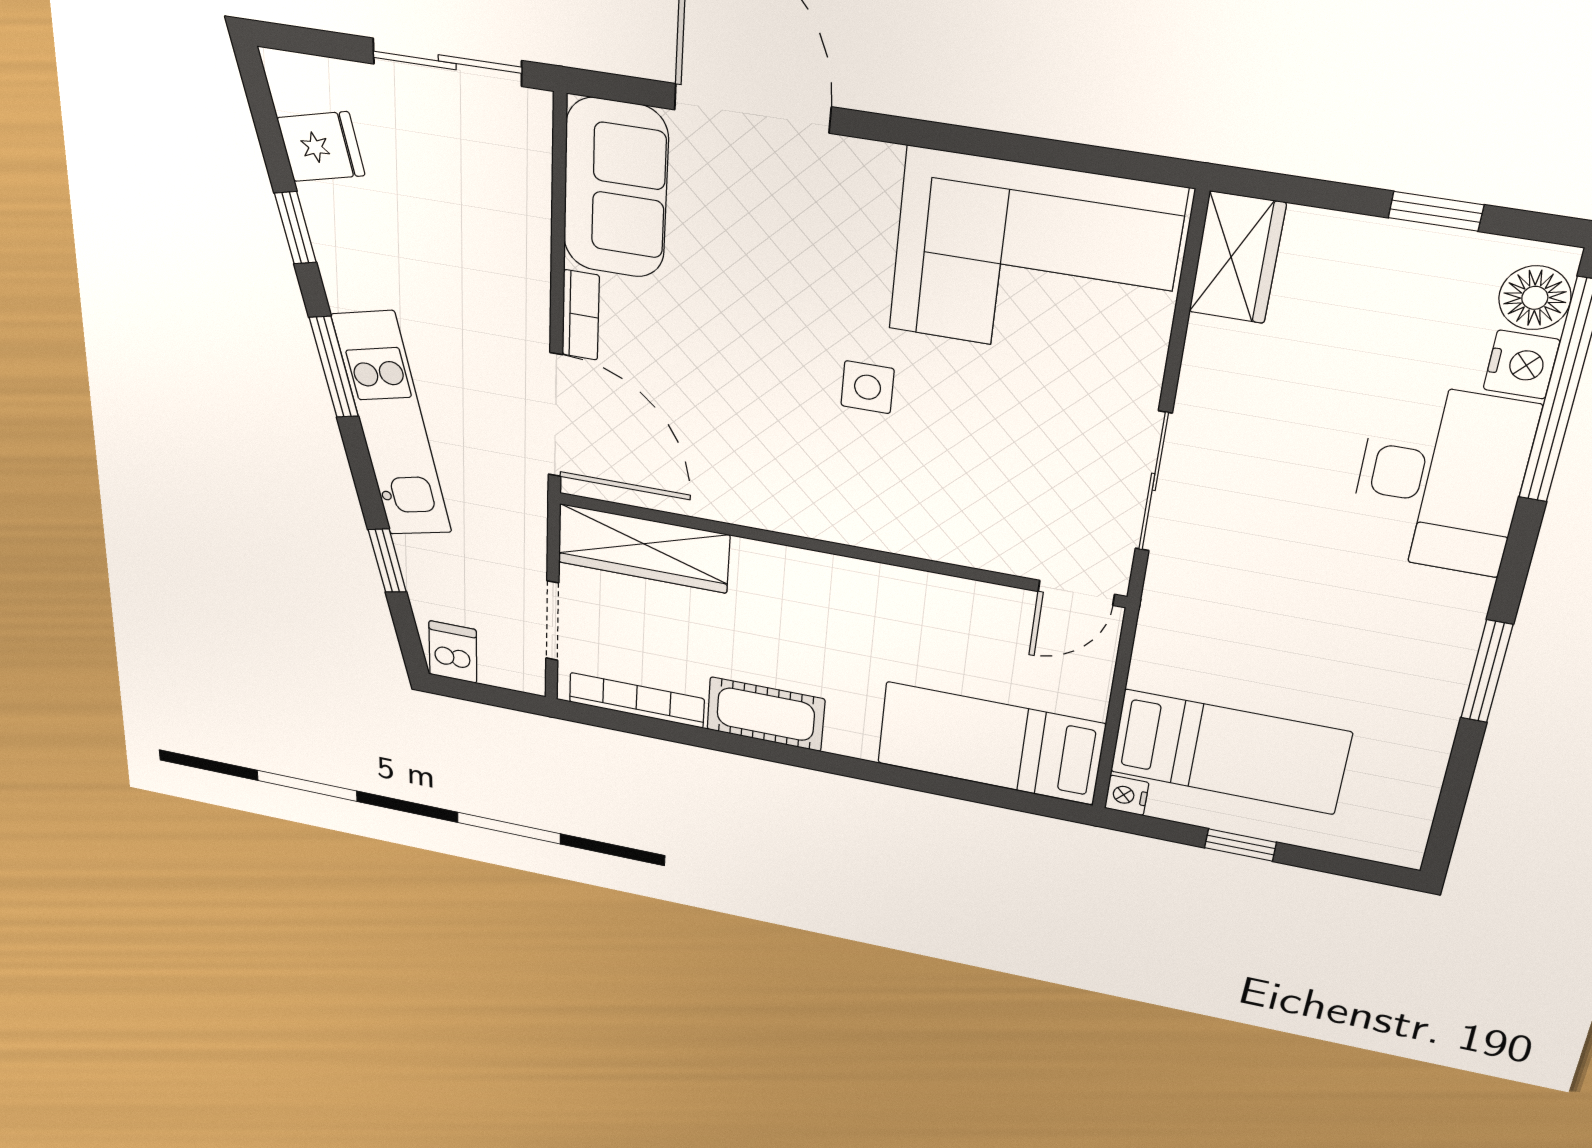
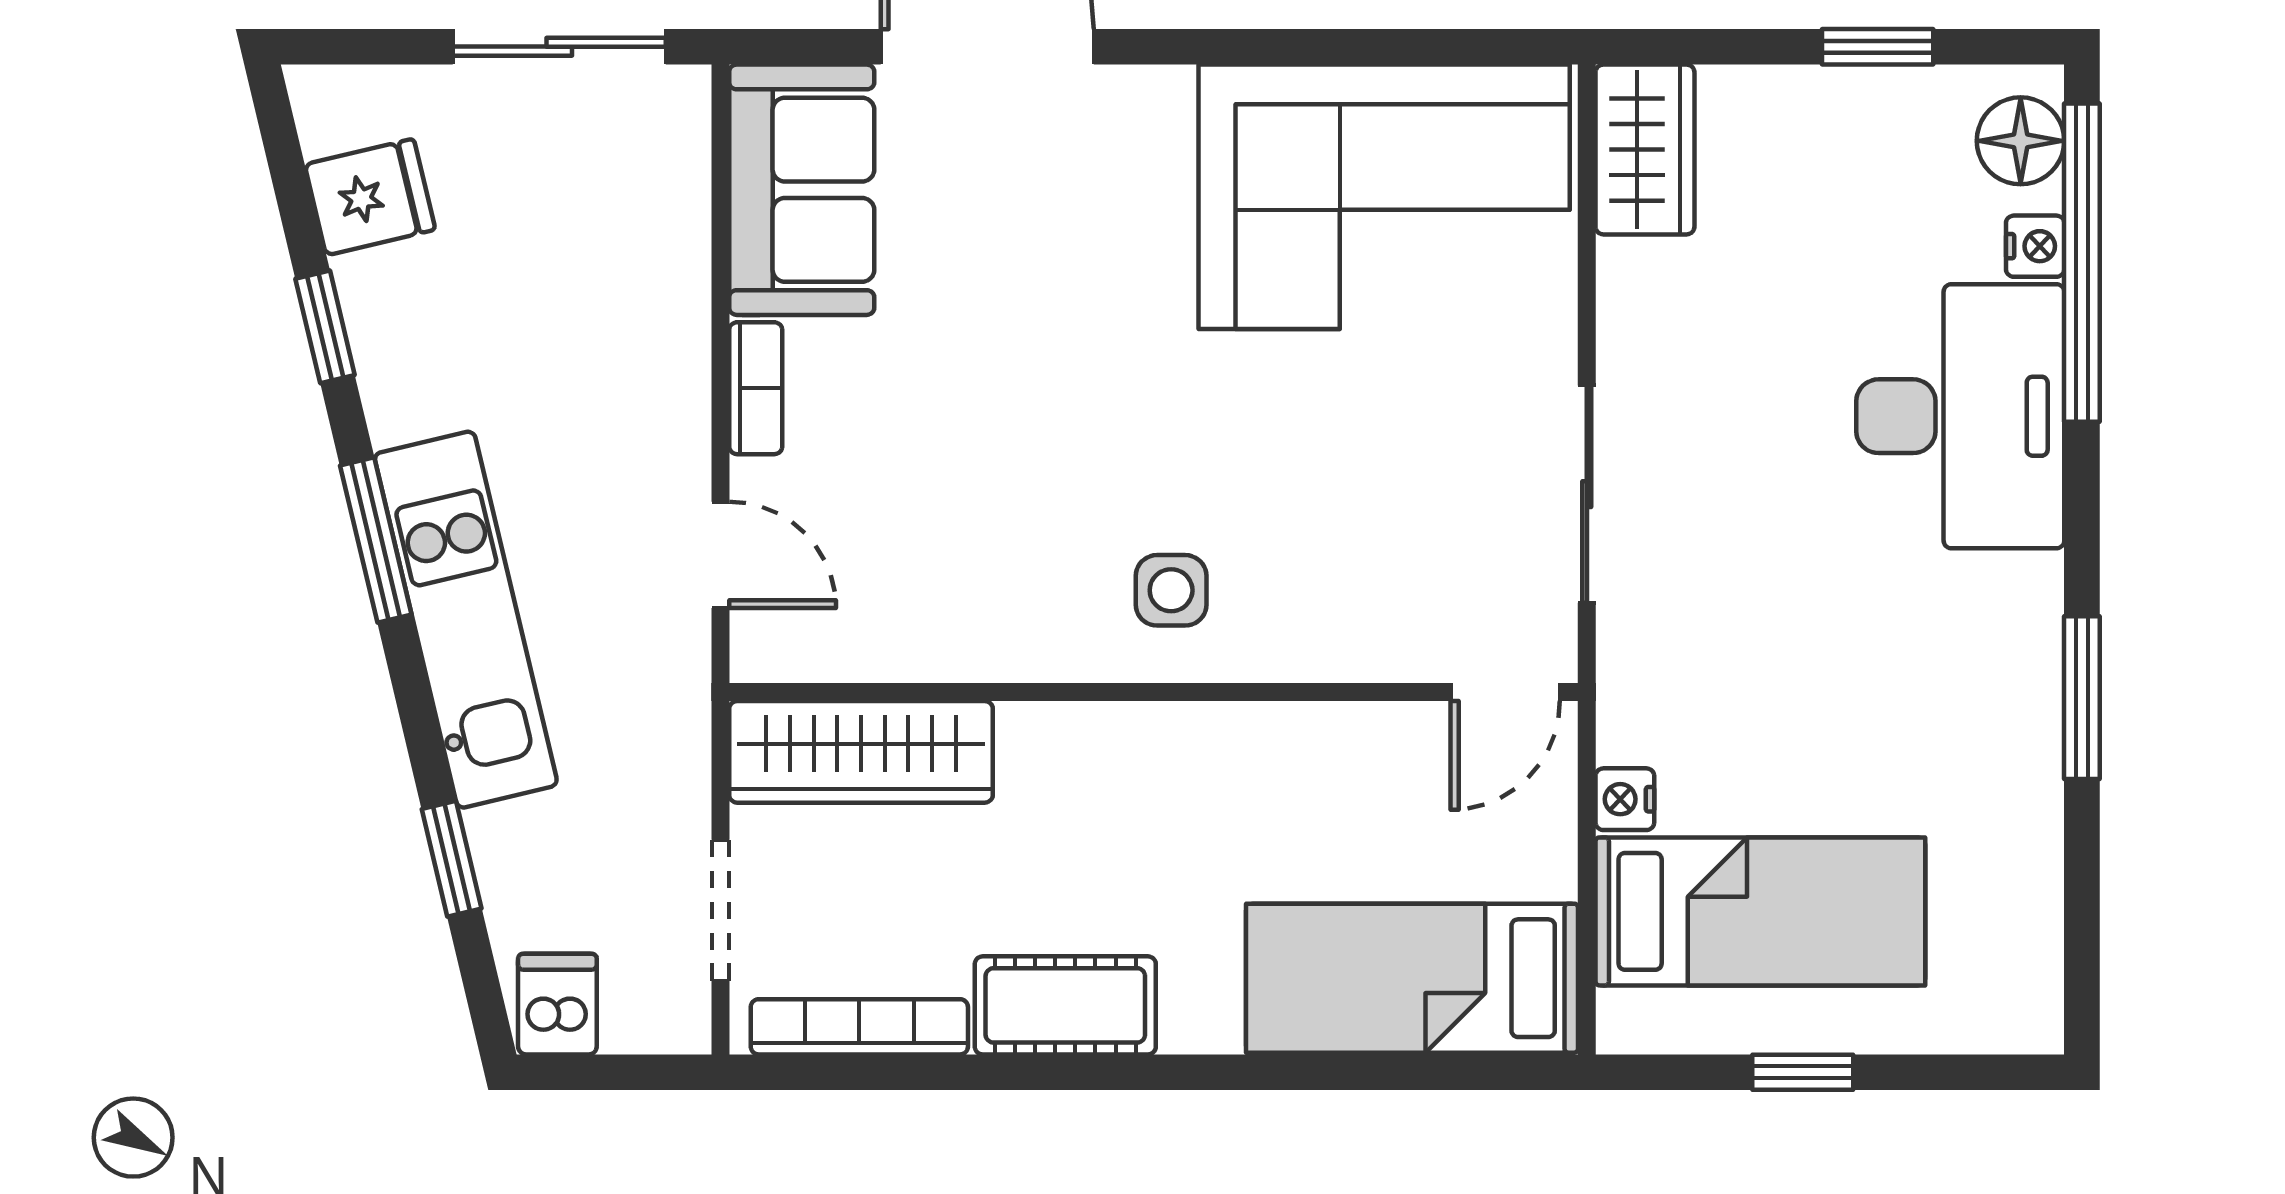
nightstand: (1521, 365) -> (2035, 246), width x0.72, depth x0.74
side table: (868, 387) -> (1171, 590), moved
door: (555, 415) -> (720, 555), width x0.53
nightstand: (1127, 795) -> (1625, 799), moved

